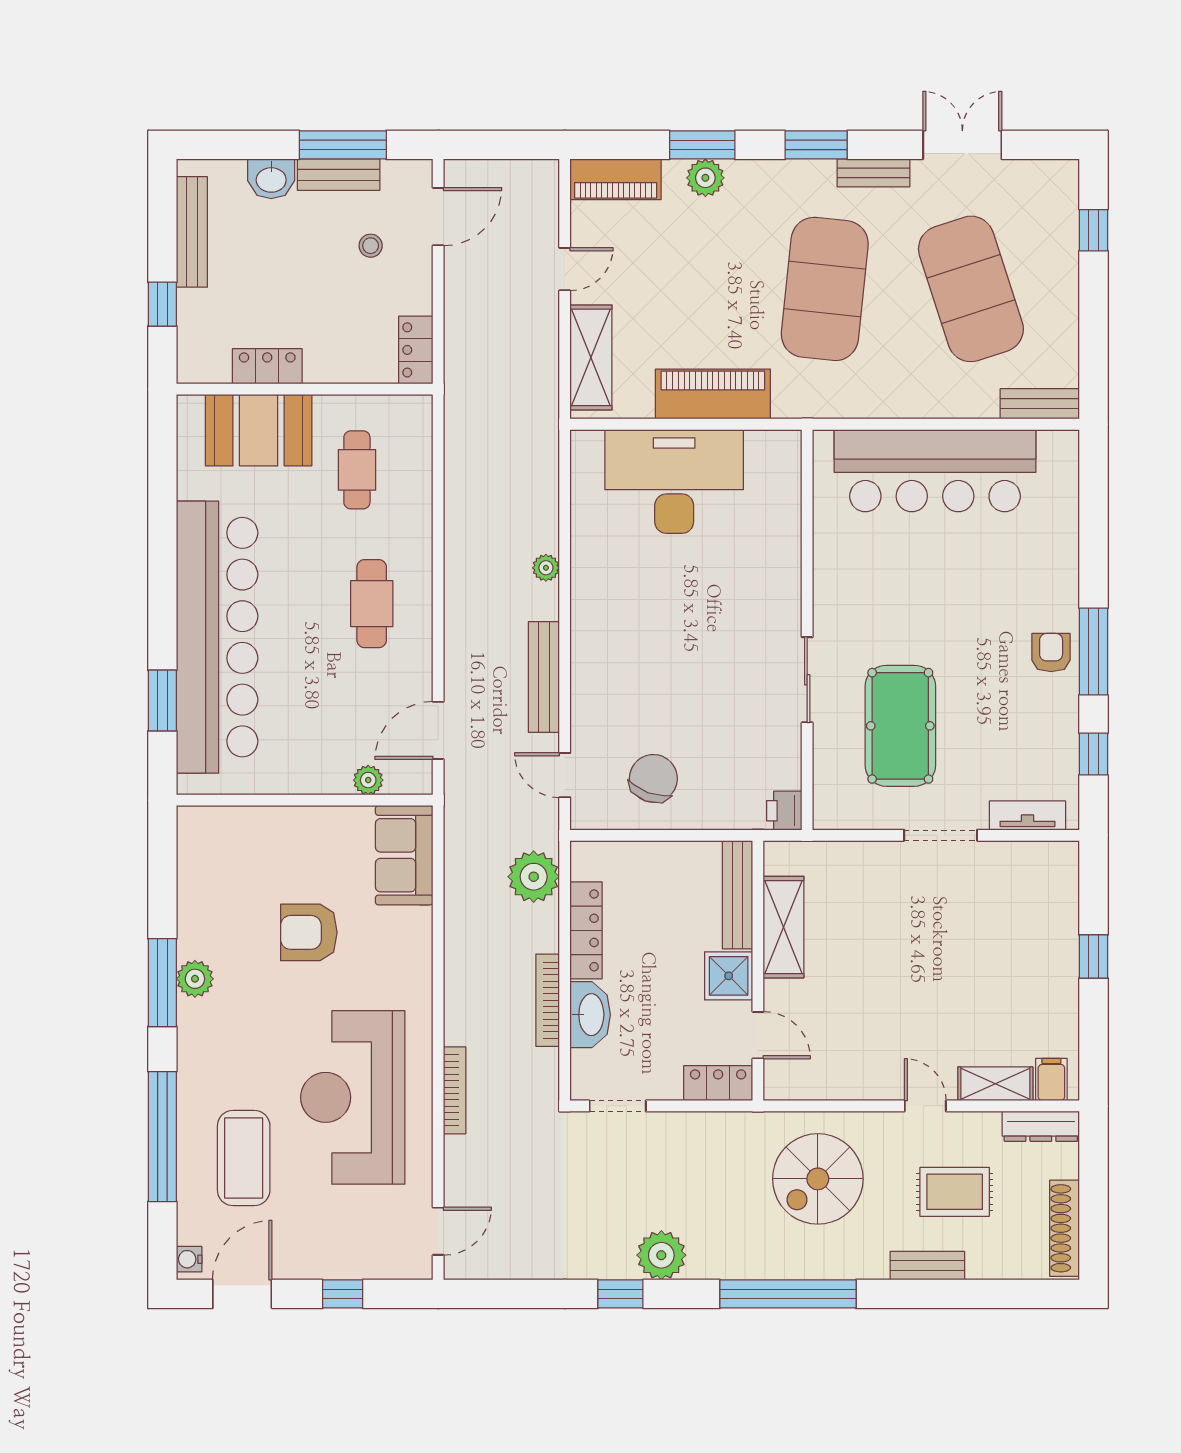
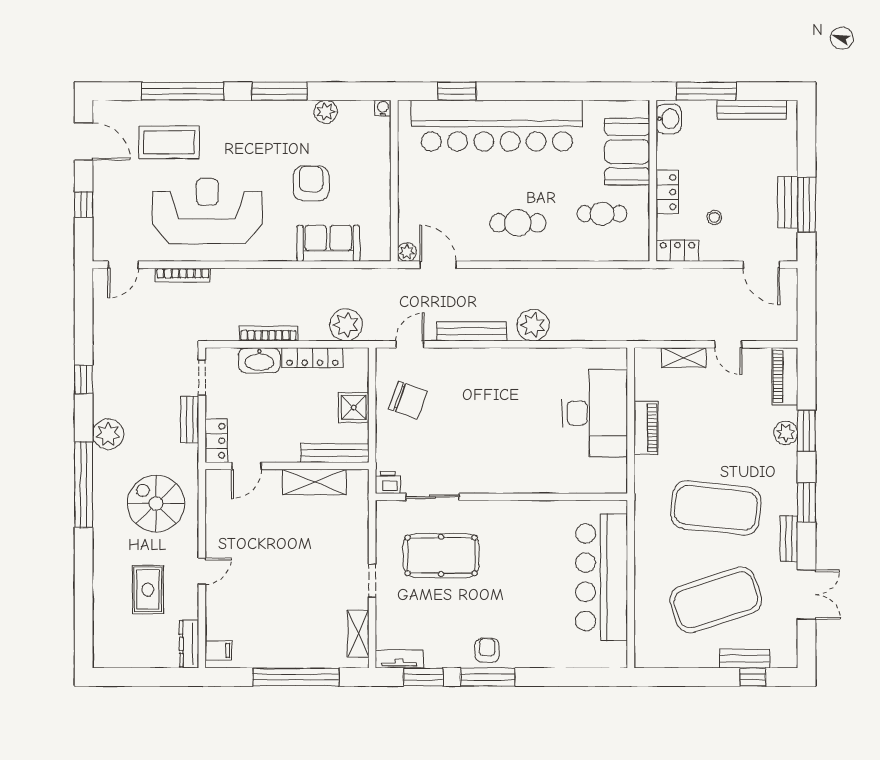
washbasin: (271, 179) -> (669, 119), moved, turned 180
stool: (371, 246) -> (714, 217), moved
window: (162, 304) -> (706, 91), width x2.17
shelving: (591, 357) -> (684, 358), width x0.67, depth x0.75
locker: (267, 366) -> (667, 192), moved
piano: (713, 394) -> (646, 428), width x0.73, depth x0.75
bench: (1040, 404) -> (745, 659), moved, turned 90
plant: (546, 568) -> (533, 325), width x1.88, depth x1.88
armchair: (1051, 653) -> (487, 650), turned -90
sliding door: (807, 680) -> (433, 497), moved
window: (1094, 754) -> (423, 677), width x1.50
plant: (368, 780) -> (407, 252), moved
tv unit: (1027, 816) -> (399, 659), moved, turned -90
doorway: (941, 835) -> (372, 581), width x0.73
sofa: (404, 855) -> (328, 243), moved
window: (1094, 957) -> (296, 677), width x3.17
shower: (729, 976) -> (354, 407), moved
plant: (195, 979) -> (326, 112), moved
shelving: (995, 1084) -> (358, 634), moved
bookcase: (455, 1090) -> (183, 275), moved
shoe rack: (1065, 1228) -> (125, 659), removed
door: (438, 1231) -> (123, 265), hinge flipped
plant: (661, 1255) -> (108, 434), moved
water cooler: (189, 1259) -> (383, 108), moved
bench: (927, 1266) -> (190, 420), moved

